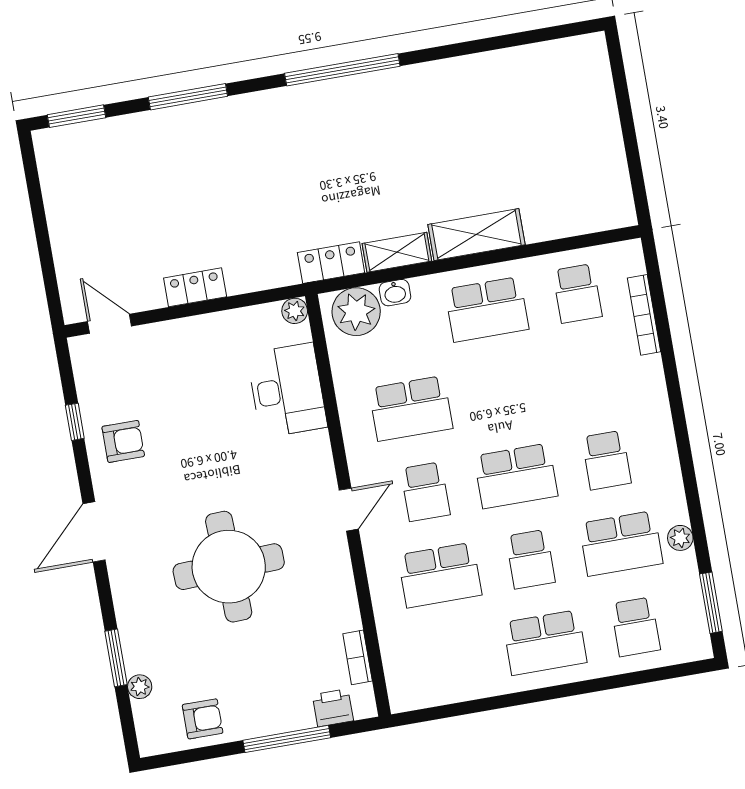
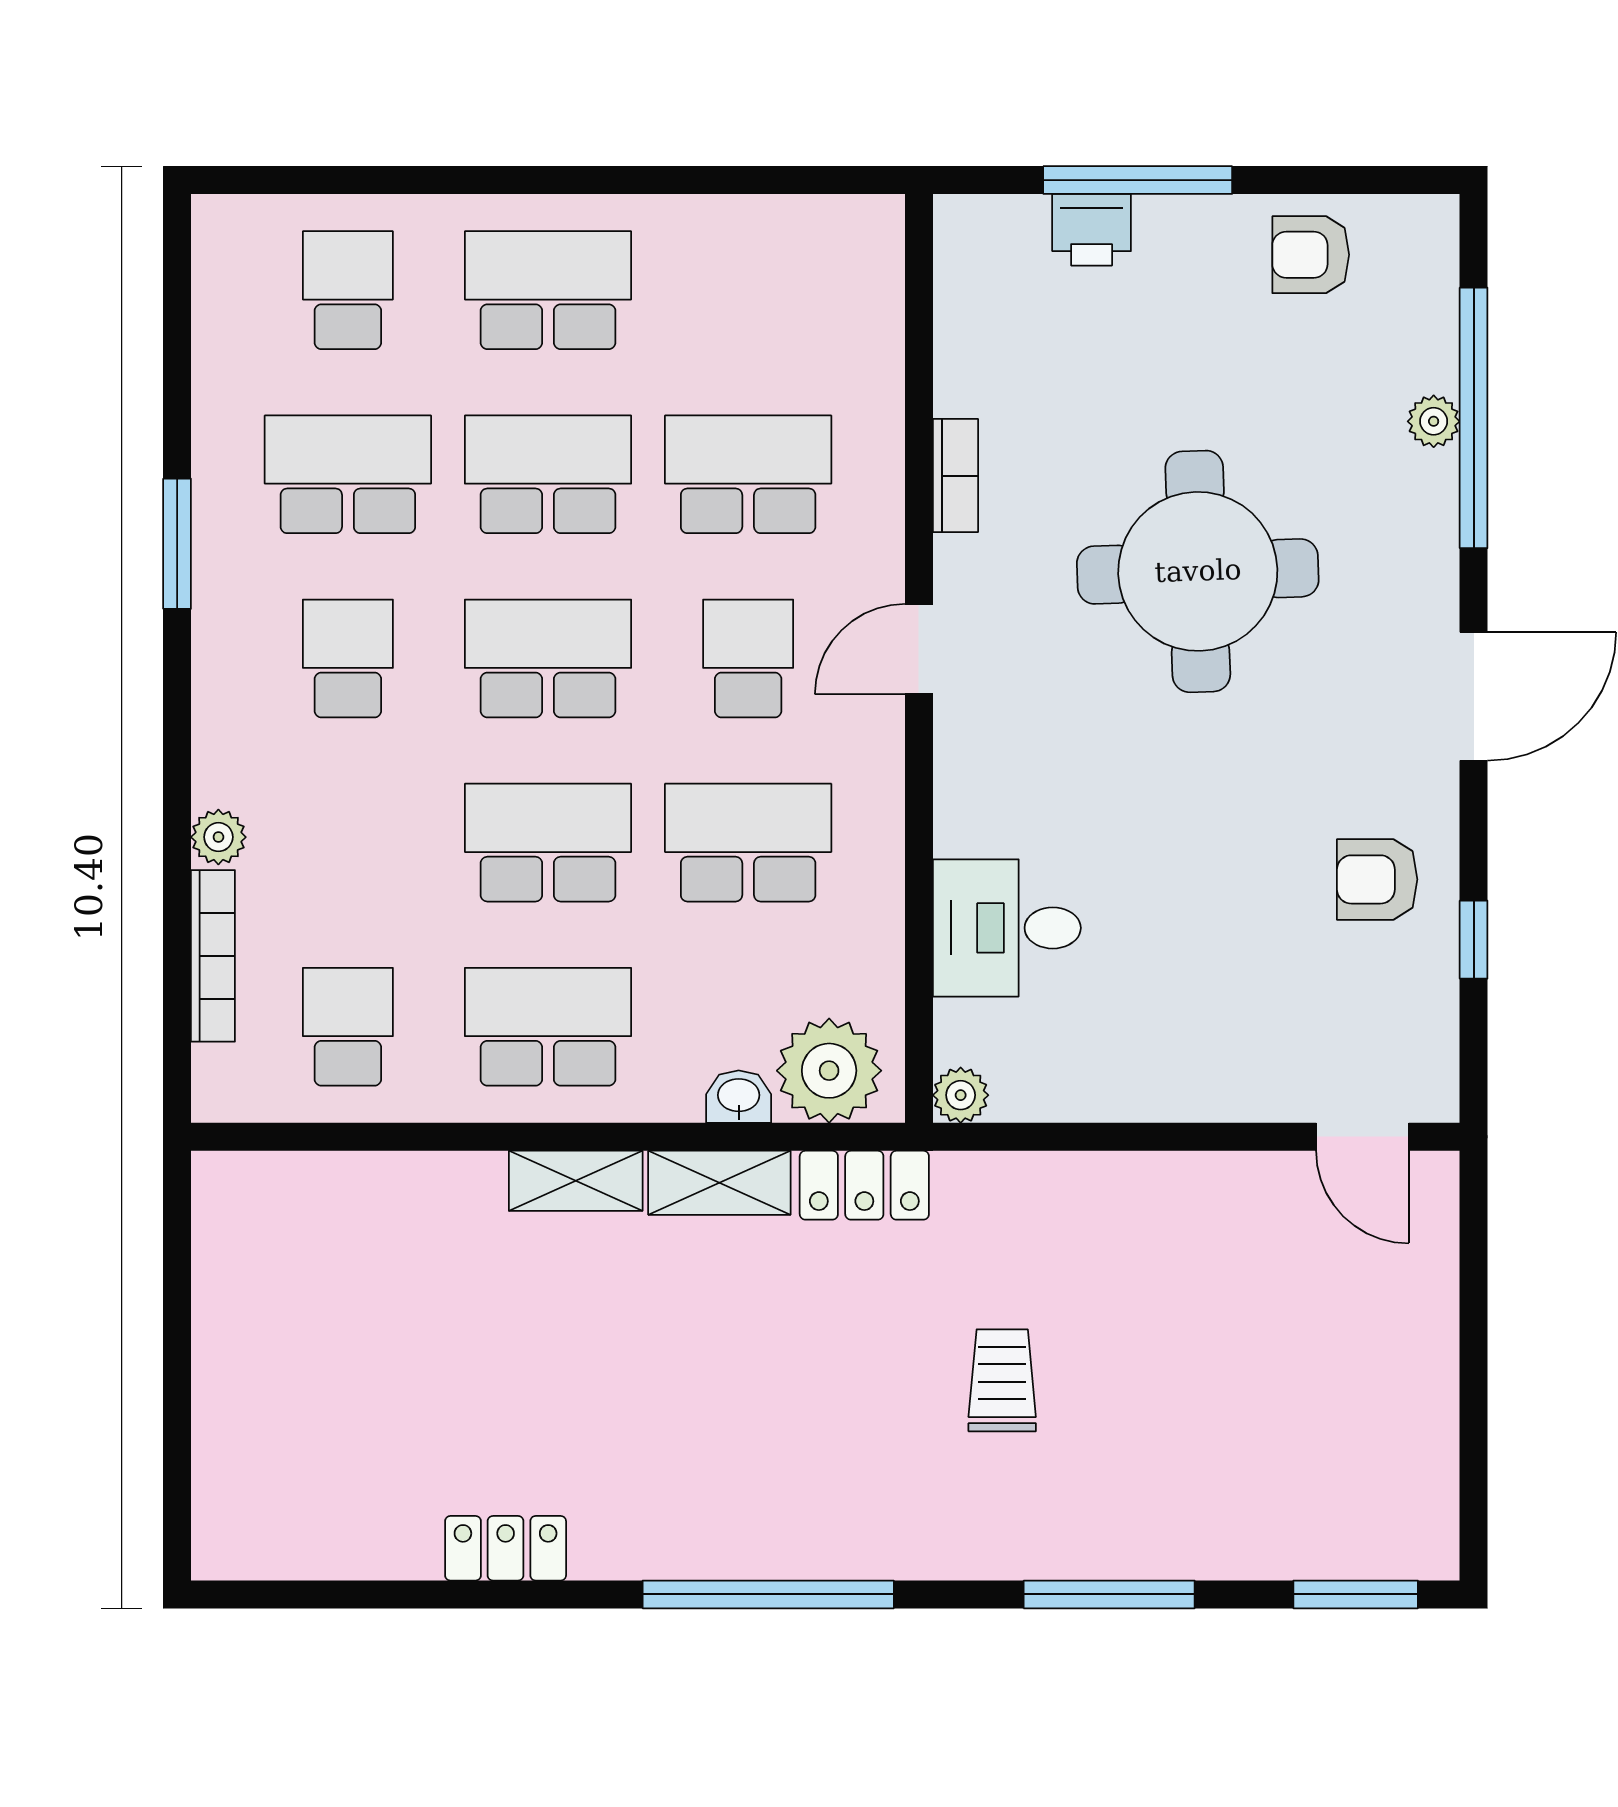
trolley: (253, 185) -> (1002, 1380), added
shelving: (476, 235) -> (576, 1181), width x0.67, depth x0.75
locker: (195, 287) -> (506, 1548), moved, turned 180
desk: (287, 390) -> (1007, 928), width x0.73
school desk: (501, 393) -> (548, 843), added
plant: (680, 538) -> (218, 837), moved
school desk: (530, 559) -> (548, 474), width x1.85
window: (711, 603) -> (177, 544), moved
bookcase: (358, 657) -> (955, 476), moved
window: (116, 658) -> (1474, 418), width x2.11
plant: (140, 687) -> (1434, 421), moved
printer: (333, 708) -> (1092, 230), moved

